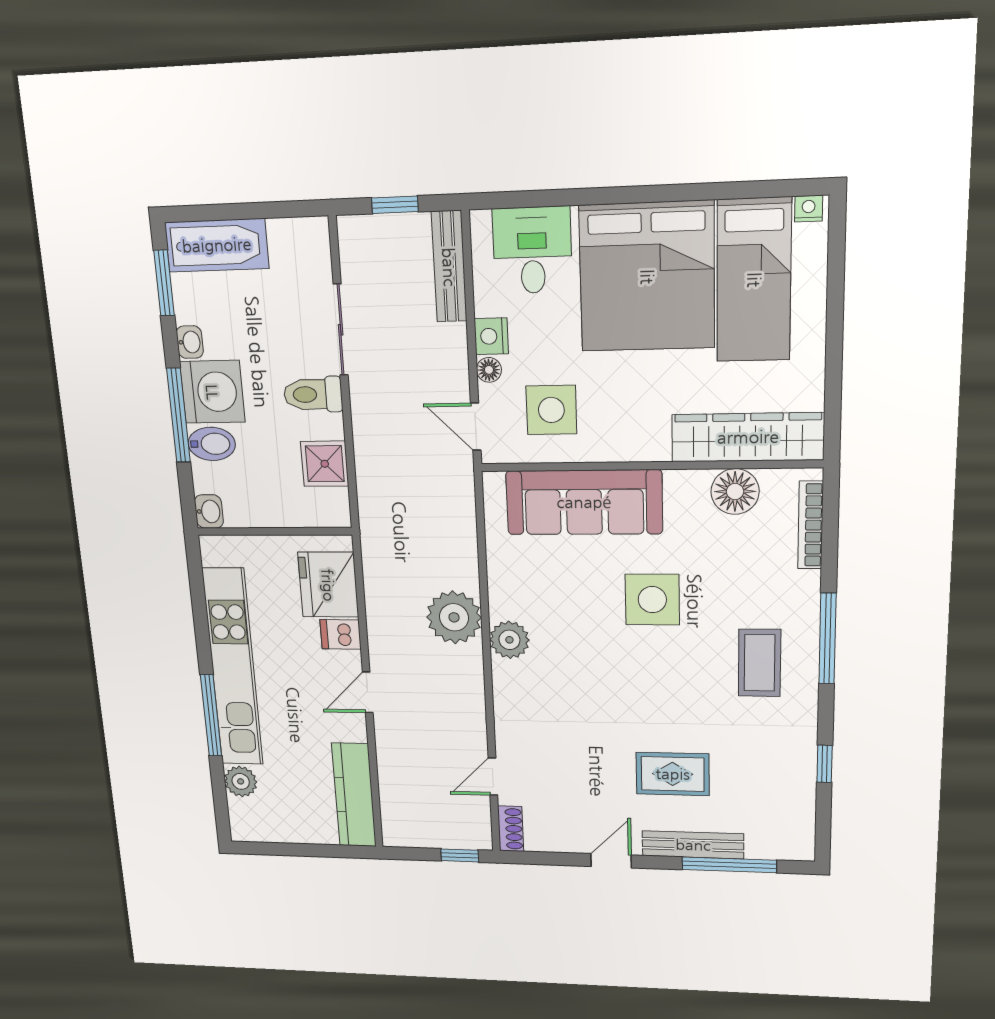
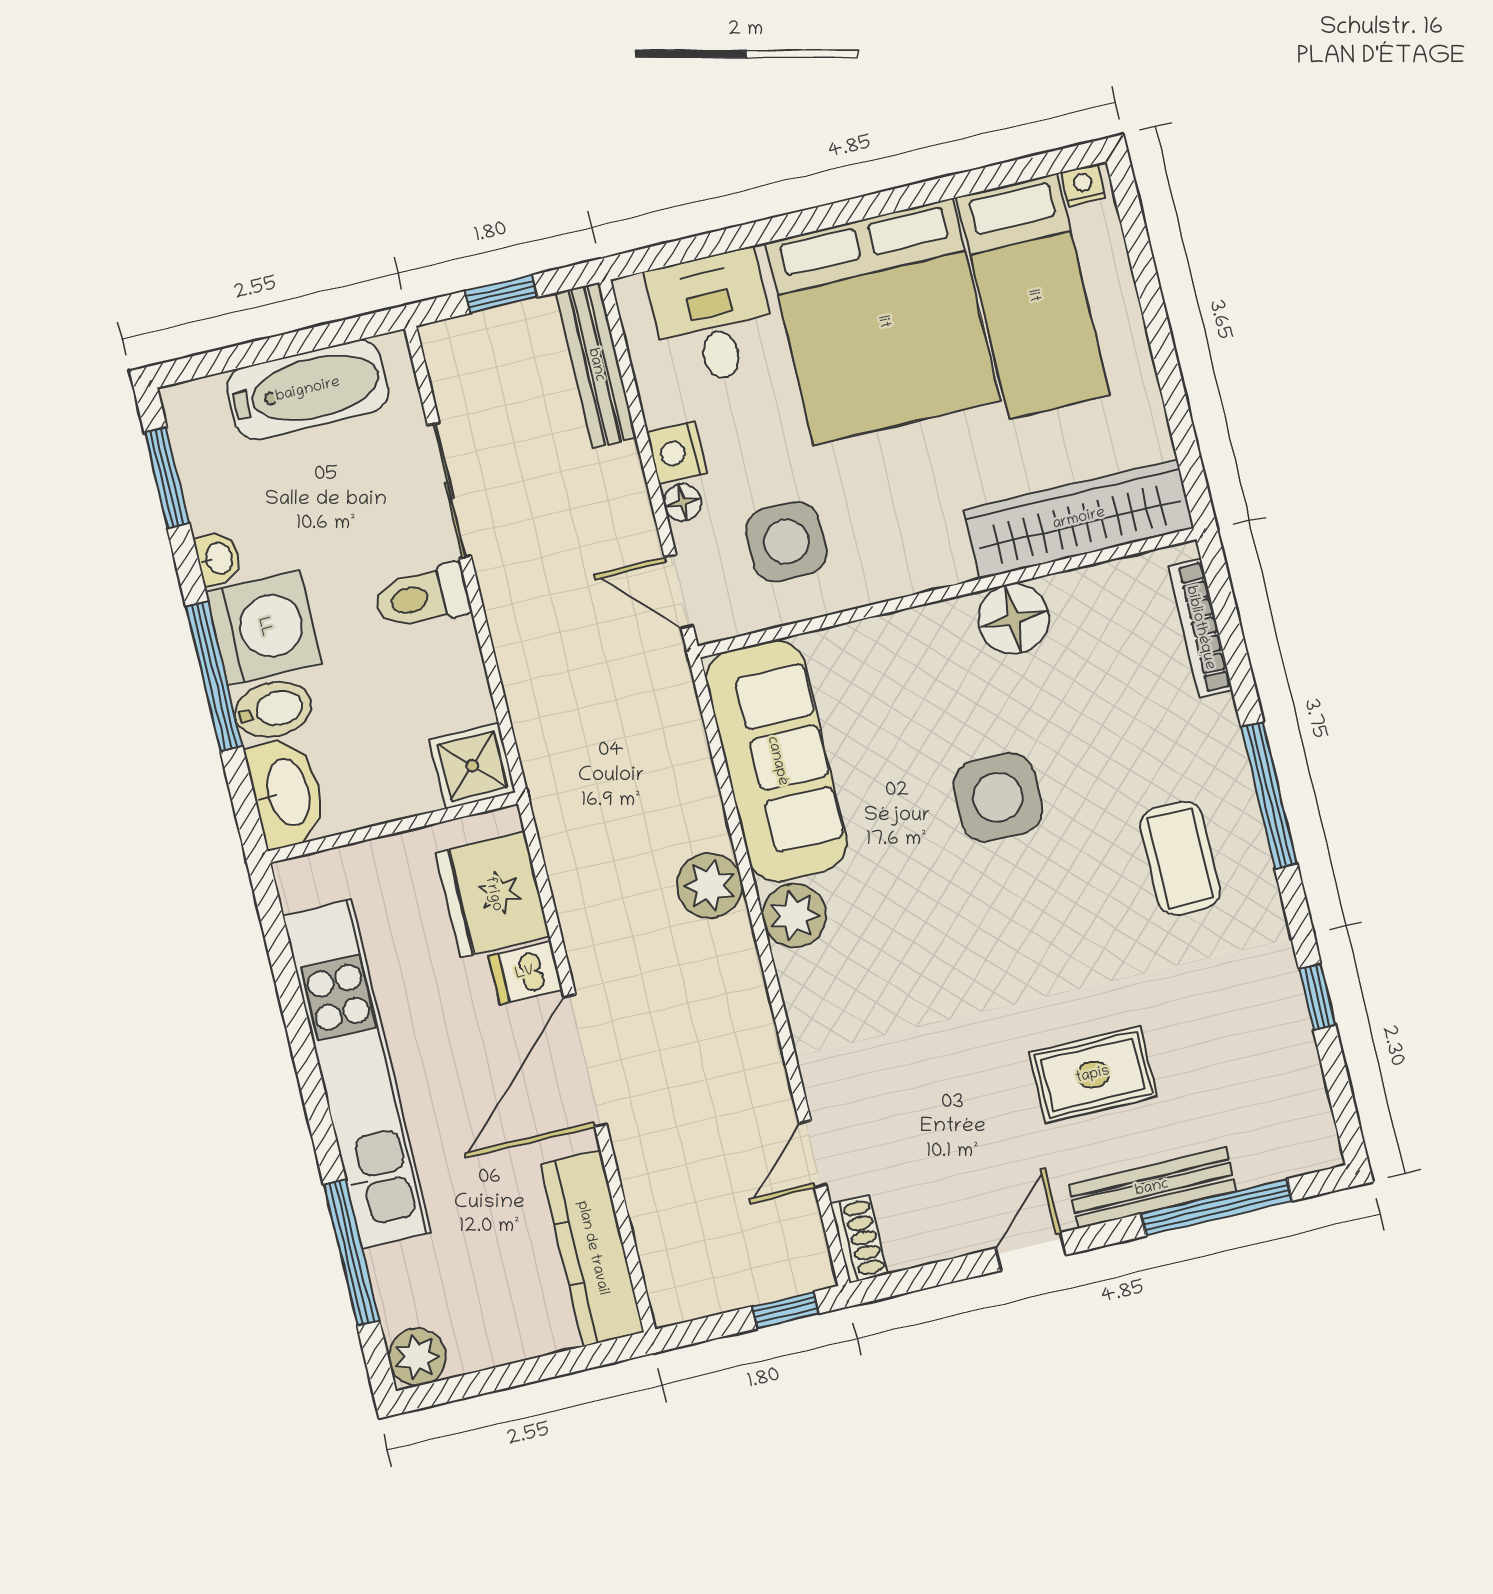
bathtub: (217, 245) -> (308, 390), moved
shower: (325, 464) -> (472, 766), moved
floor lamp: (735, 492) -> (1014, 619), moved
sofa: (584, 502) -> (777, 761), moved, turned -90
washbasin: (209, 511) -> (287, 793), width x1.91, depth x1.45
plant: (454, 617) -> (710, 886), width x0.73, depth x0.73
door: (368, 692) -> (585, 1061), width x1.88
window: (211, 715) -> (351, 1253), moved
plant: (241, 781) -> (417, 1357), moved

